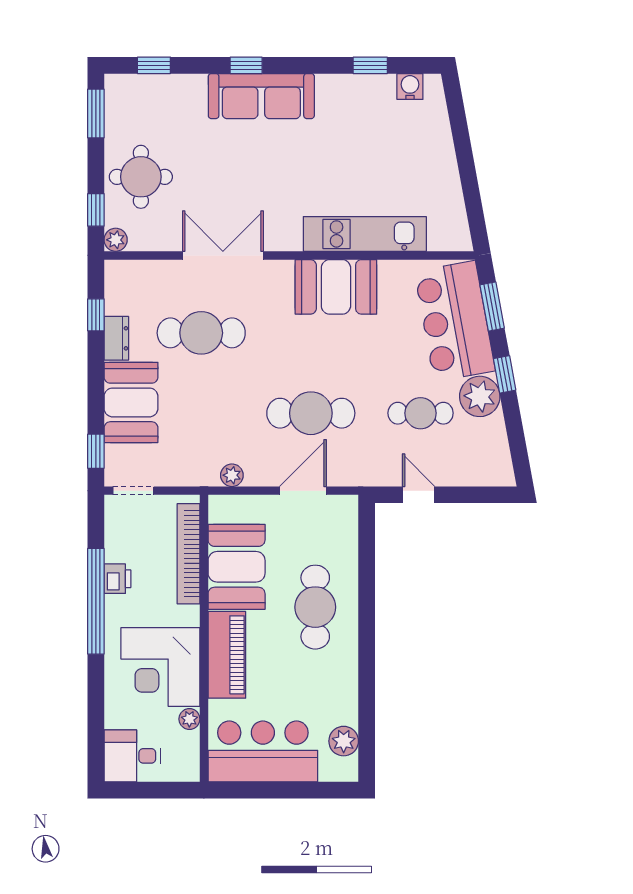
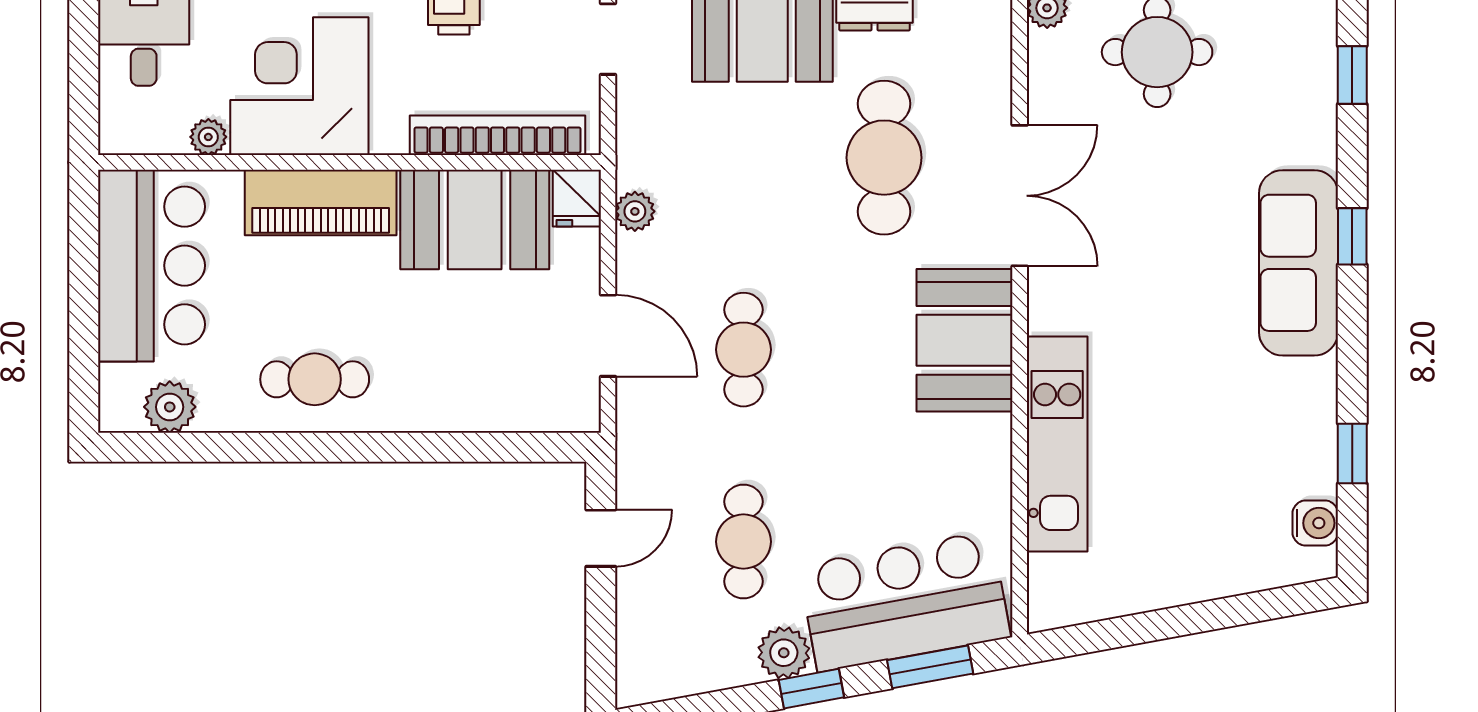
booth: (336, 287) -> (965, 340), moved
plant: (480, 396) -> (784, 653), width x0.73, depth x0.73
cafe table: (311, 413) -> (743, 350), width x0.73, depth x0.74
fridge: (224, 508) -> (577, 198), added
cafe table: (315, 607) -> (315, 379), moved, width x0.73, depth x0.74

